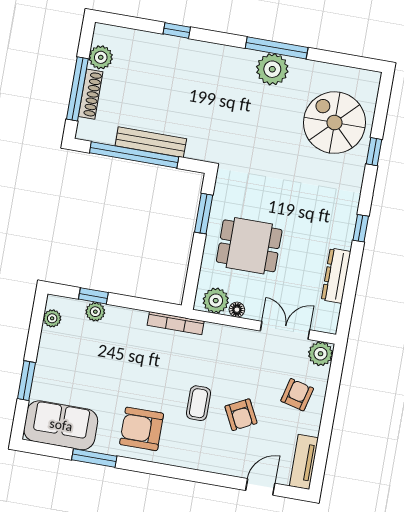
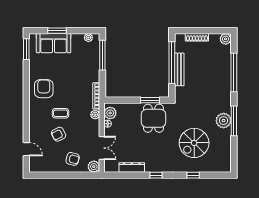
window: (177, 30) -> (234, 72), width x3.17
plant: (101, 57) -> (226, 39), moved
window: (77, 89) -> (198, 31), removed
spiral stairs: (334, 123) -> (194, 143), moved, turned 180
dining table: (249, 246) -> (154, 118), moved
window: (93, 296) -> (102, 55), width x2.17
plant: (95, 312) -> (95, 115), moved
sofa: (61, 425) -> (54, 43), moved, turned 90
window: (94, 458) -> (26, 49), moved
tv unit: (304, 462) -> (42, 168), removed

